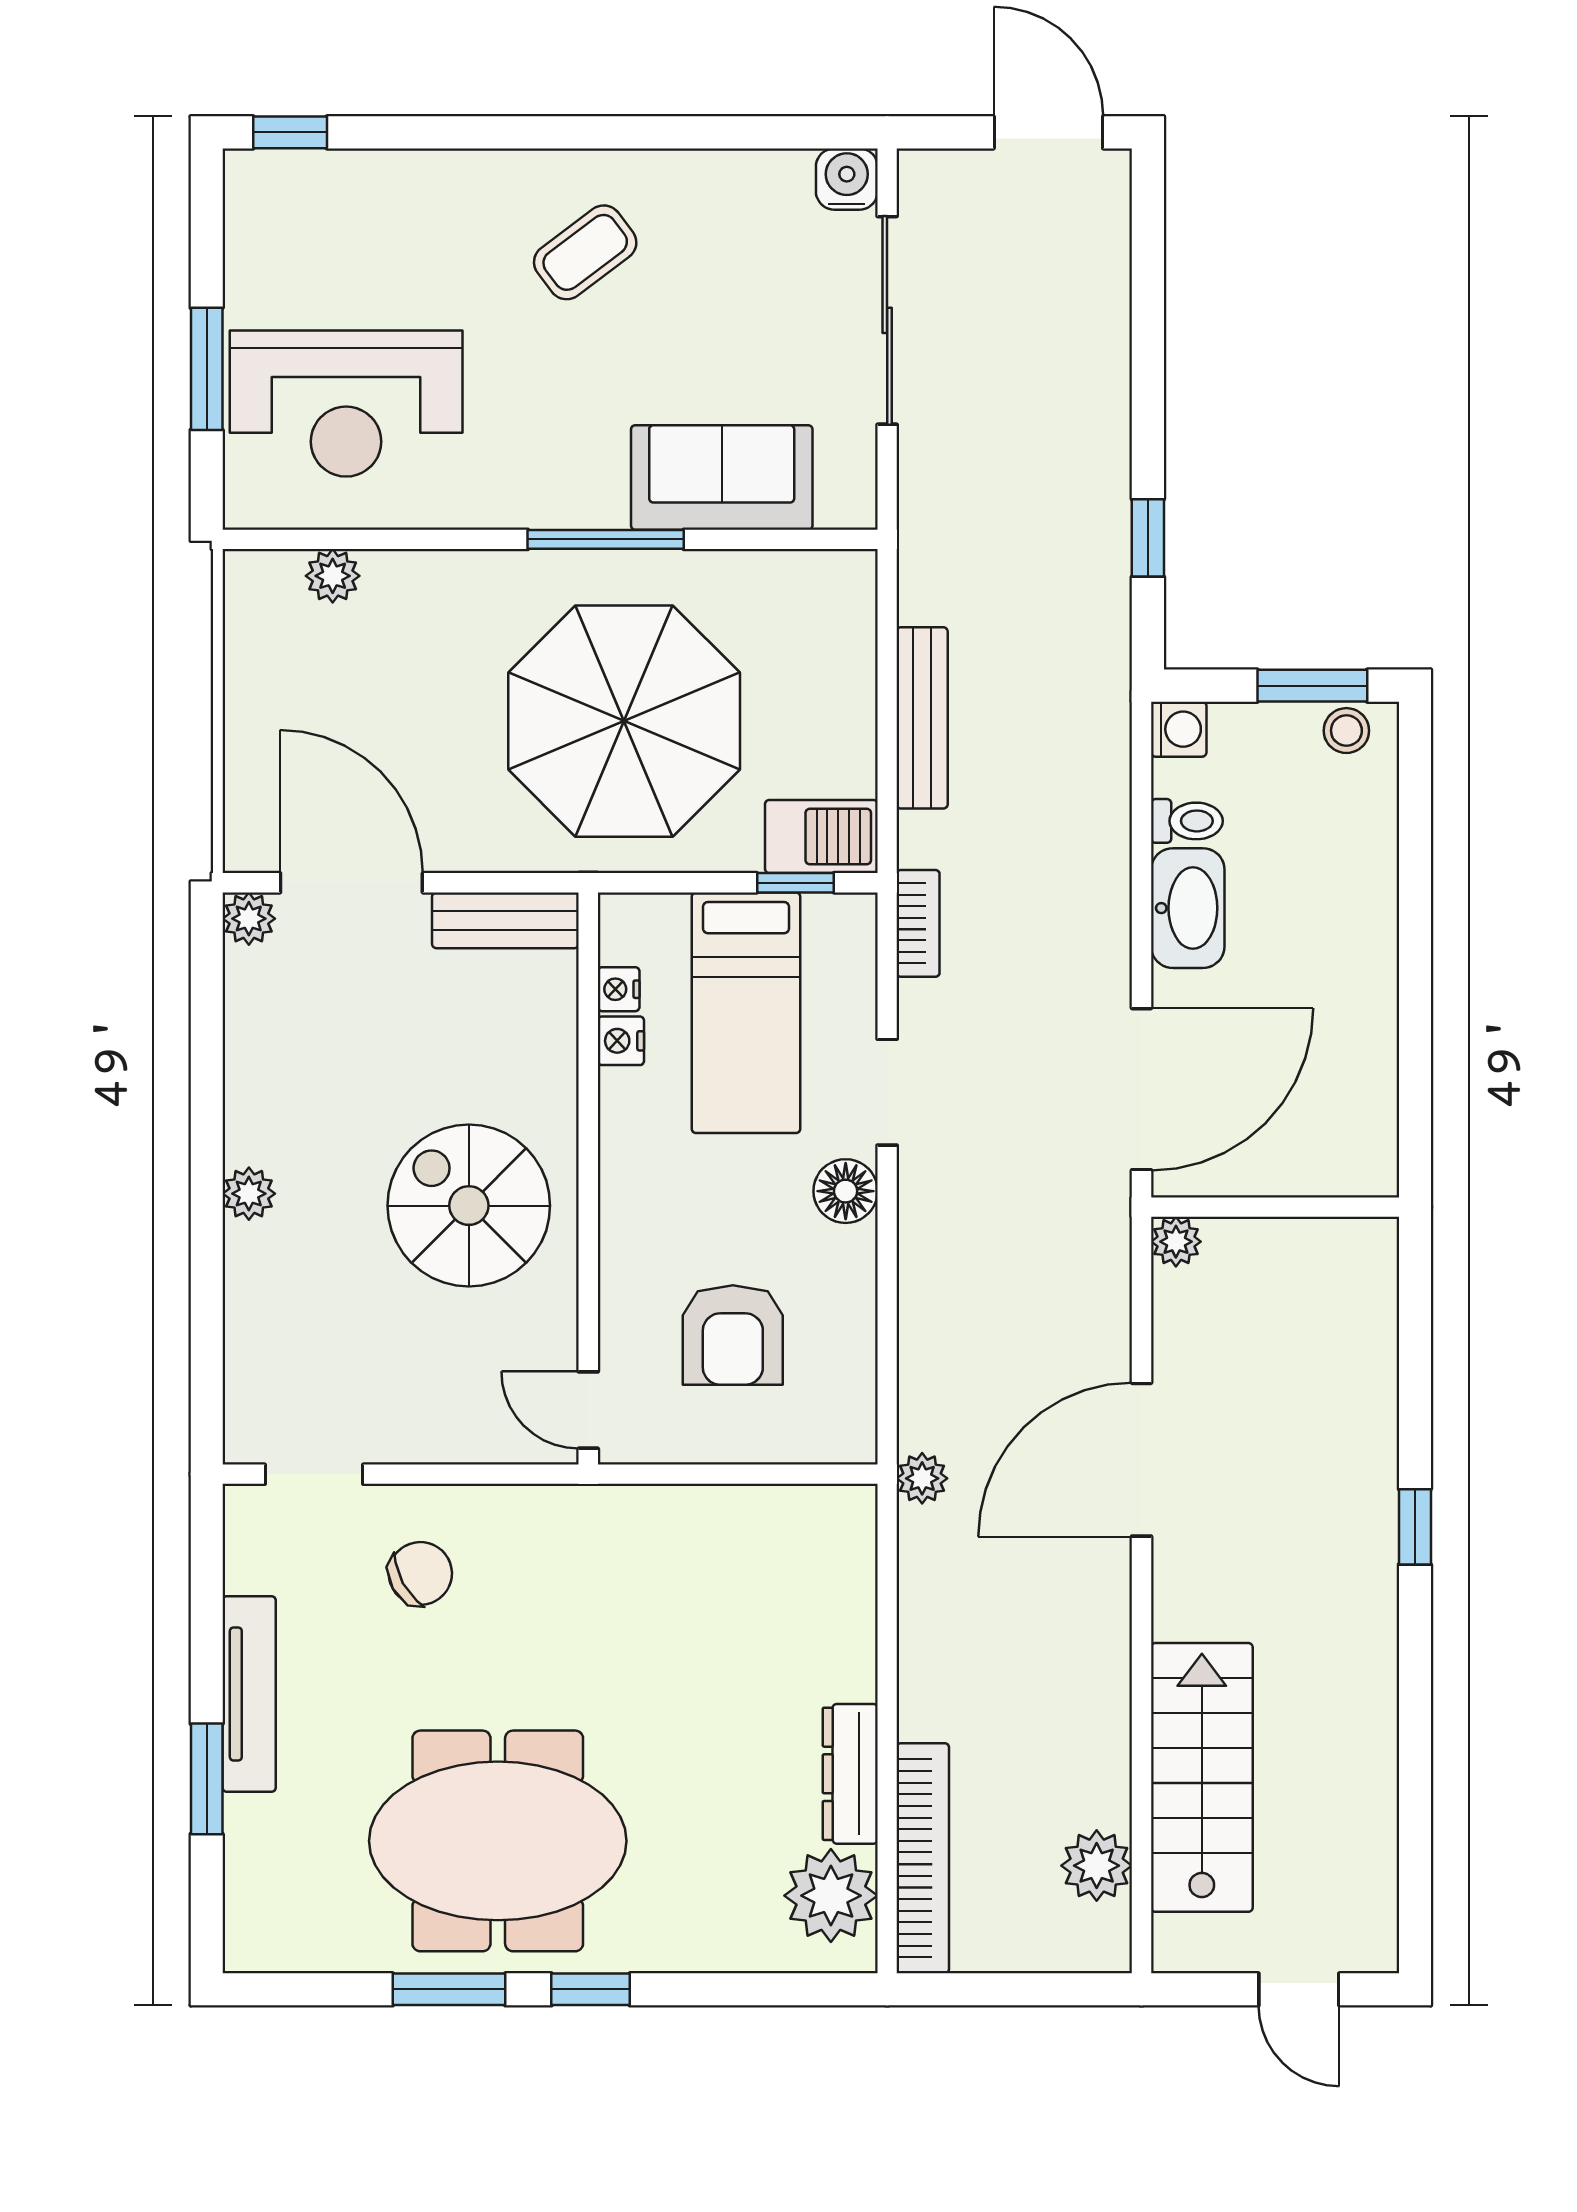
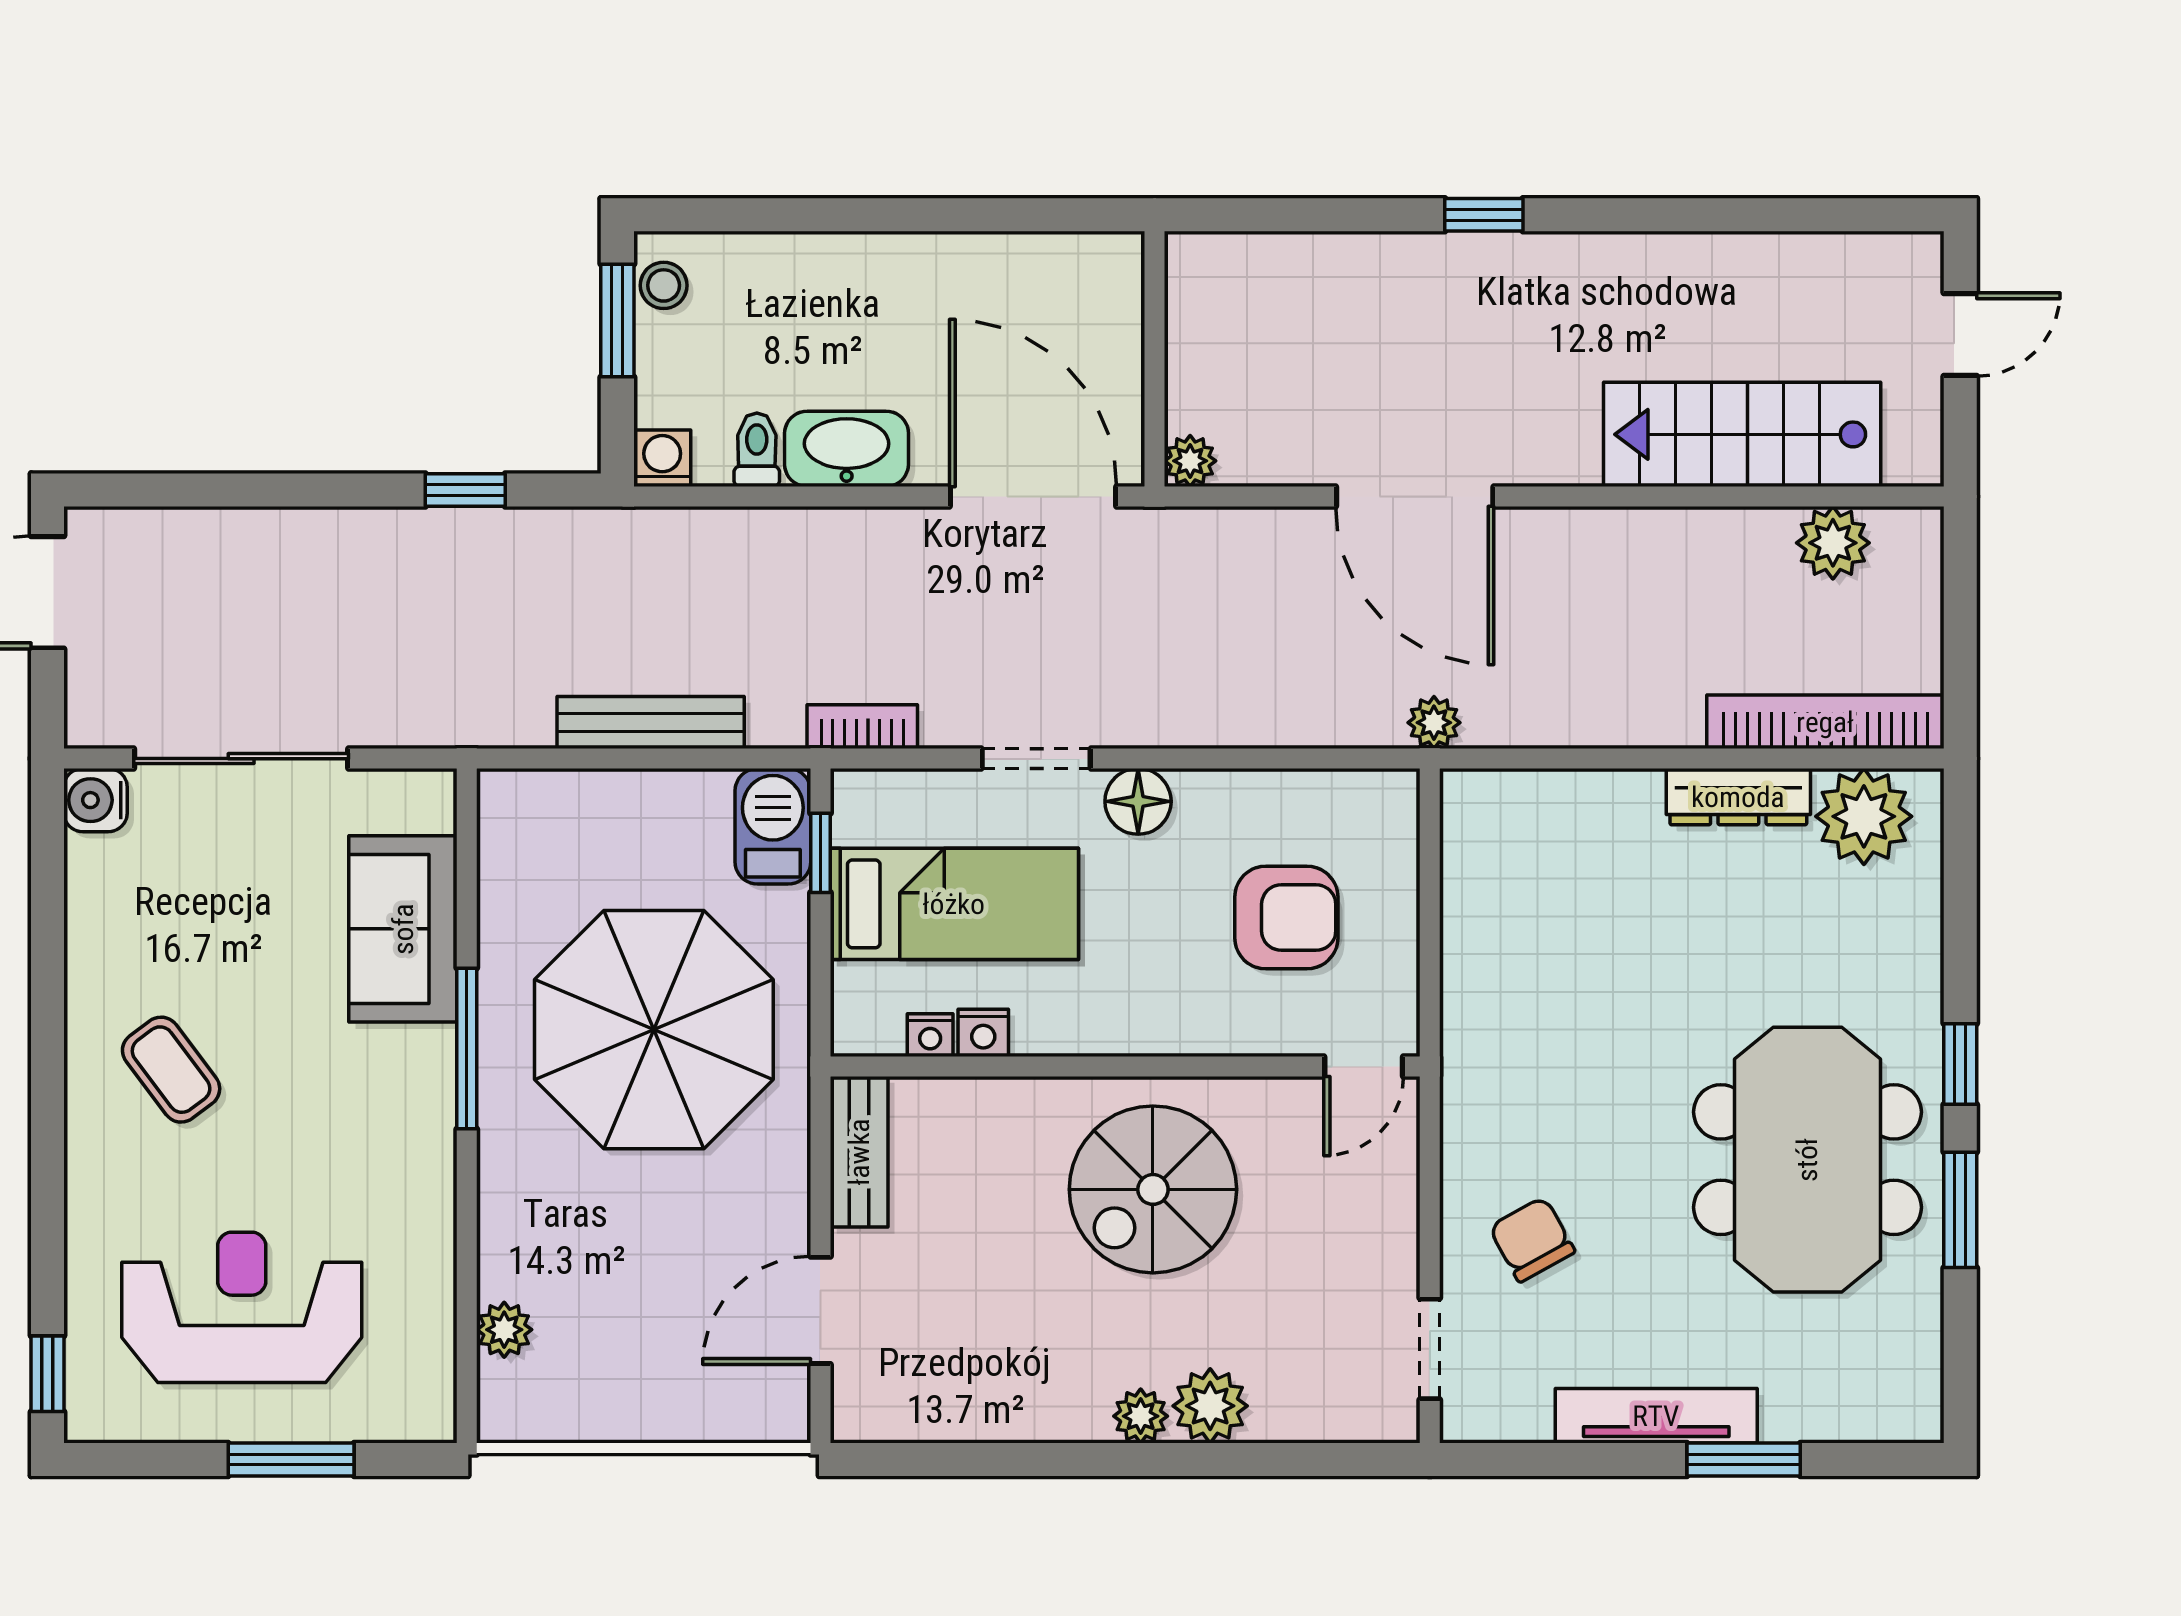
reception desk: (346, 404) -> (242, 1307), moved, turned -90
door: (351, 883) -> (820, 1310), width x0.73
plant: (249, 919) -> (1210, 1406), moved, width x1.38, depth x1.38

